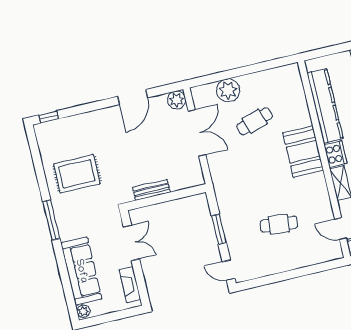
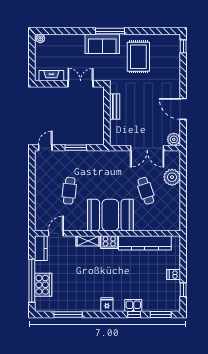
booth: (303, 152) -> (110, 215), width x1.36, depth x1.42
double door: (131, 243) -> (81, 84), swing flipped
sofa: (81, 271) -> (102, 44), moved, width x0.73

